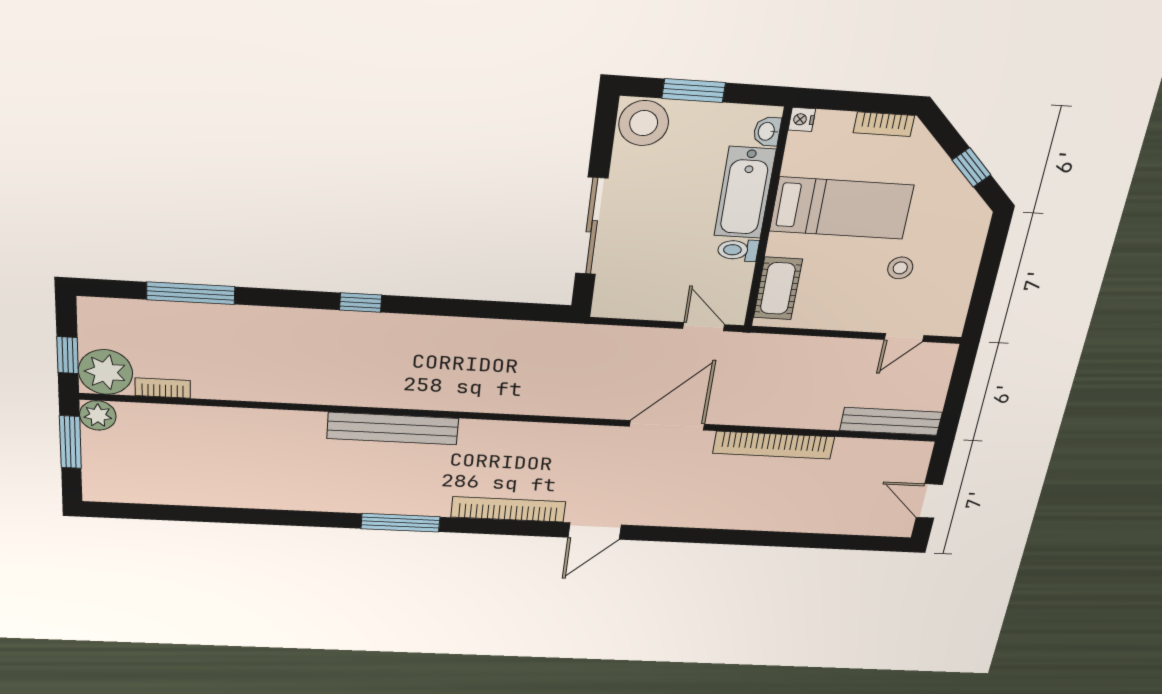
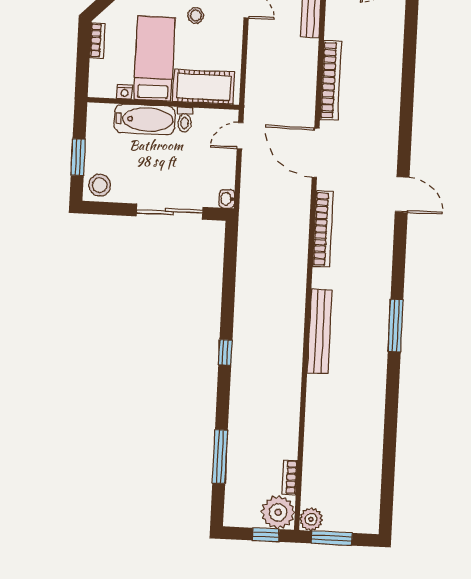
nightstand: (802, 119) -> (125, 92), moved
stool: (644, 123) -> (100, 185), width x0.73, depth x0.73
washbasin: (767, 131) -> (227, 199), moved, turned 90
cot: (778, 288) -> (204, 87), width x1.37, depth x1.34
bookcase: (508, 509) -> (323, 229), moved, turned 180

